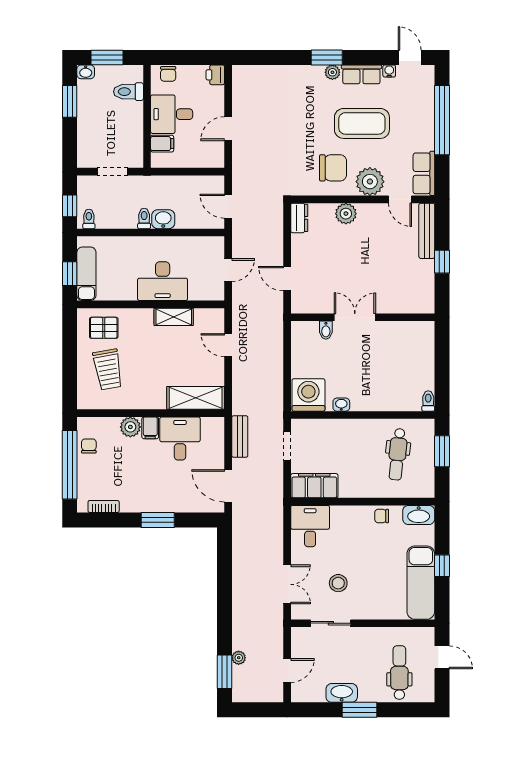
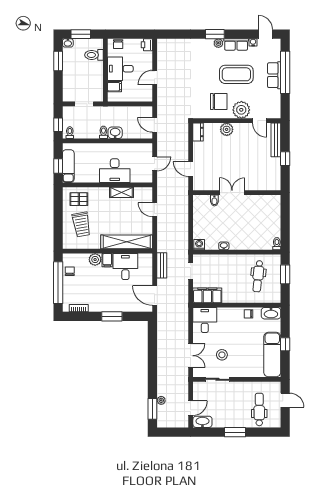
row of seats: (424, 173) -> (274, 75), moved
washing machine: (308, 395) -> (199, 245), width x0.53, depth x0.53
shelving: (196, 398) -> (127, 242), width x1.47
washbasin: (342, 693) -> (202, 422), moved

